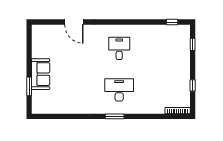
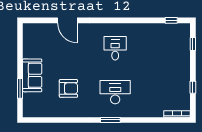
armchair: (75, 86) -> (68, 88), added

